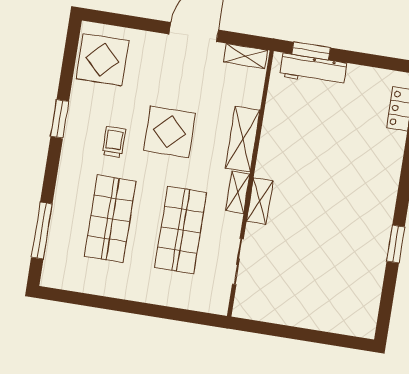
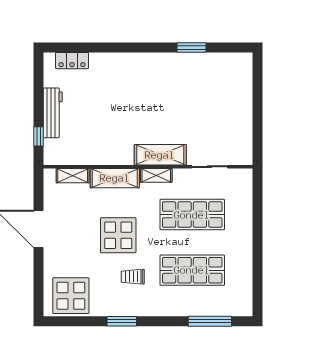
window: (311, 51) -> (38, 136), width x0.67
shelving: (245, 56) -> (73, 176), moved, turned 90
workbench: (313, 70) -> (53, 113), moved
shelving: (260, 201) -> (160, 155), width x1.50, depth x1.33
window: (396, 244) -> (192, 47), moved

